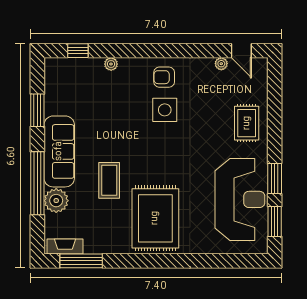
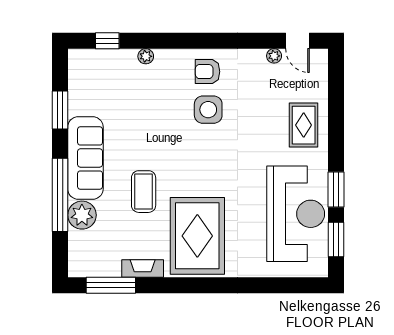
fireplace: (65, 246) -> (143, 268), moved

